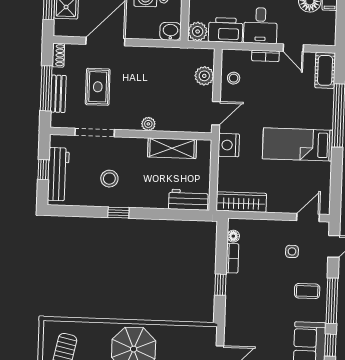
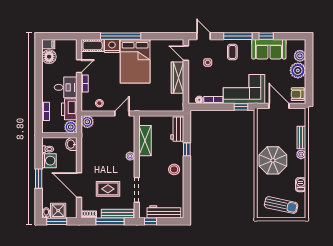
plant: (204, 76) -> (87, 122), moved
bench: (58, 94) -> (117, 214), width x1.36
door: (216, 113) -> (122, 114), hinge flipped
bed: (298, 144) -> (135, 61), width x1.50
nightstand: (229, 145) -> (112, 46), moved, turned 180
window: (43, 170) -> (150, 221), moved
stool: (109, 179) -> (174, 169), moved
wardrobe: (241, 202) -> (178, 78), moved
window: (118, 213) -> (187, 149), moved
window: (220, 285) -> (241, 107), moved
corner sofa: (248, 307) -> (244, 89), added

